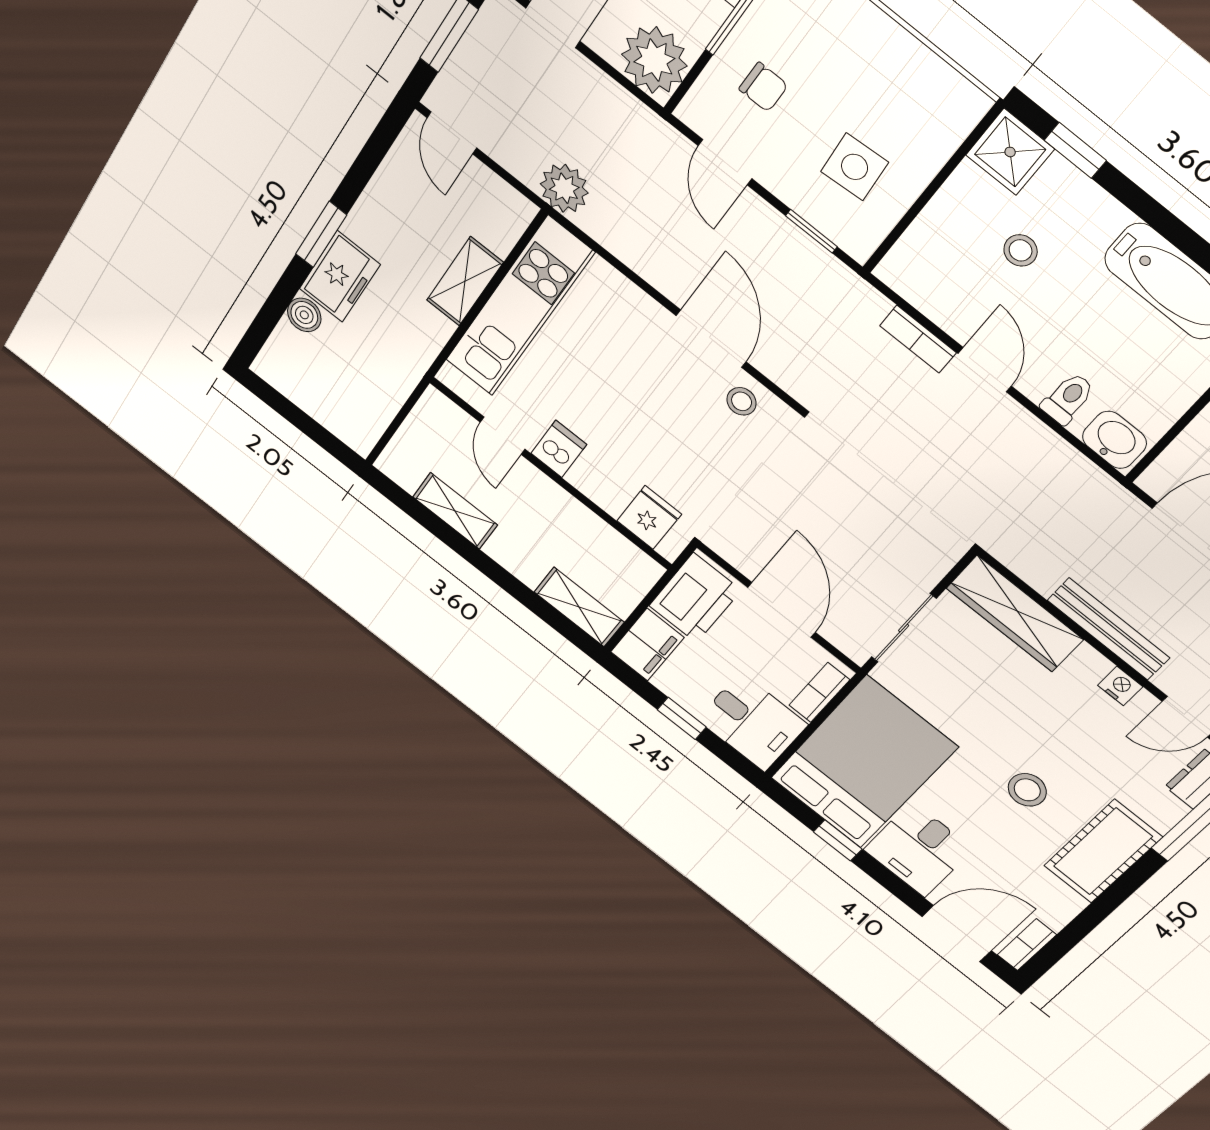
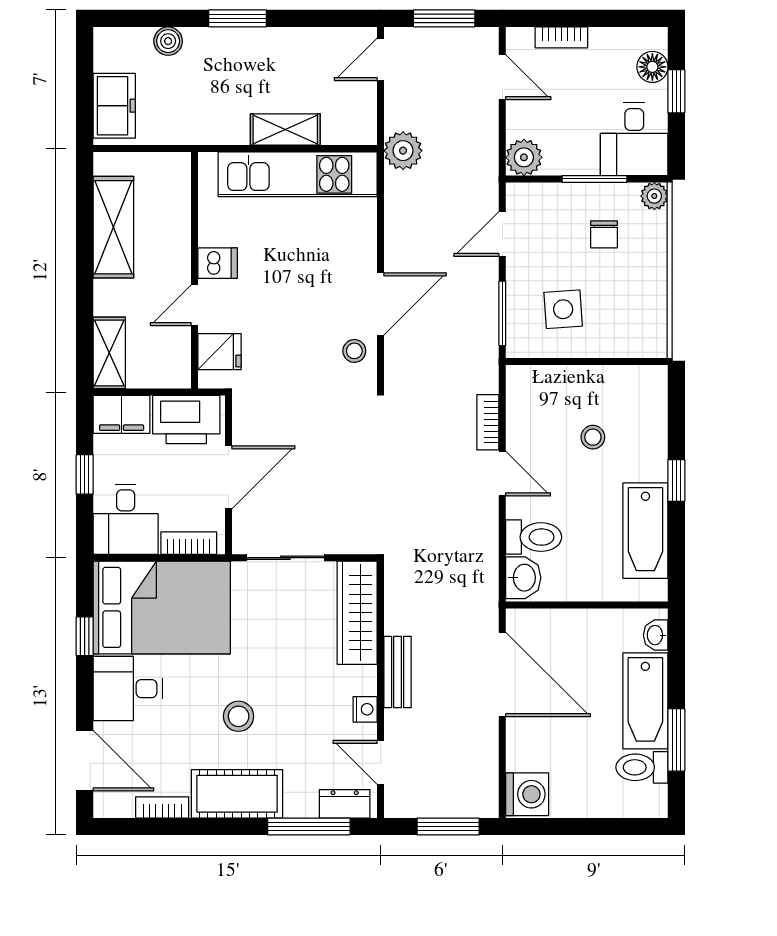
plant: (654, 60) -> (524, 157), width x0.73, depth x0.73
chair: (763, 87) -> (604, 234), moved
window: (1075, 150) -> (676, 480), moved
shower: (1010, 152) -> (646, 387), removed
window: (811, 231) -> (502, 313), width x1.50
freezer: (340, 277) -> (114, 106), moved, turned -90
door: (985, 370) -> (502, 473), hinge flipped
toilet: (1068, 398) -> (534, 537), width x1.37, depth x1.39
door: (503, 436) -> (195, 305), moved
shelving: (455, 511) -> (113, 227), width x1.50, depth x1.33
bench: (1108, 629) -> (398, 672), width x0.73
bookcase: (1027, 945) -> (162, 807), moved

